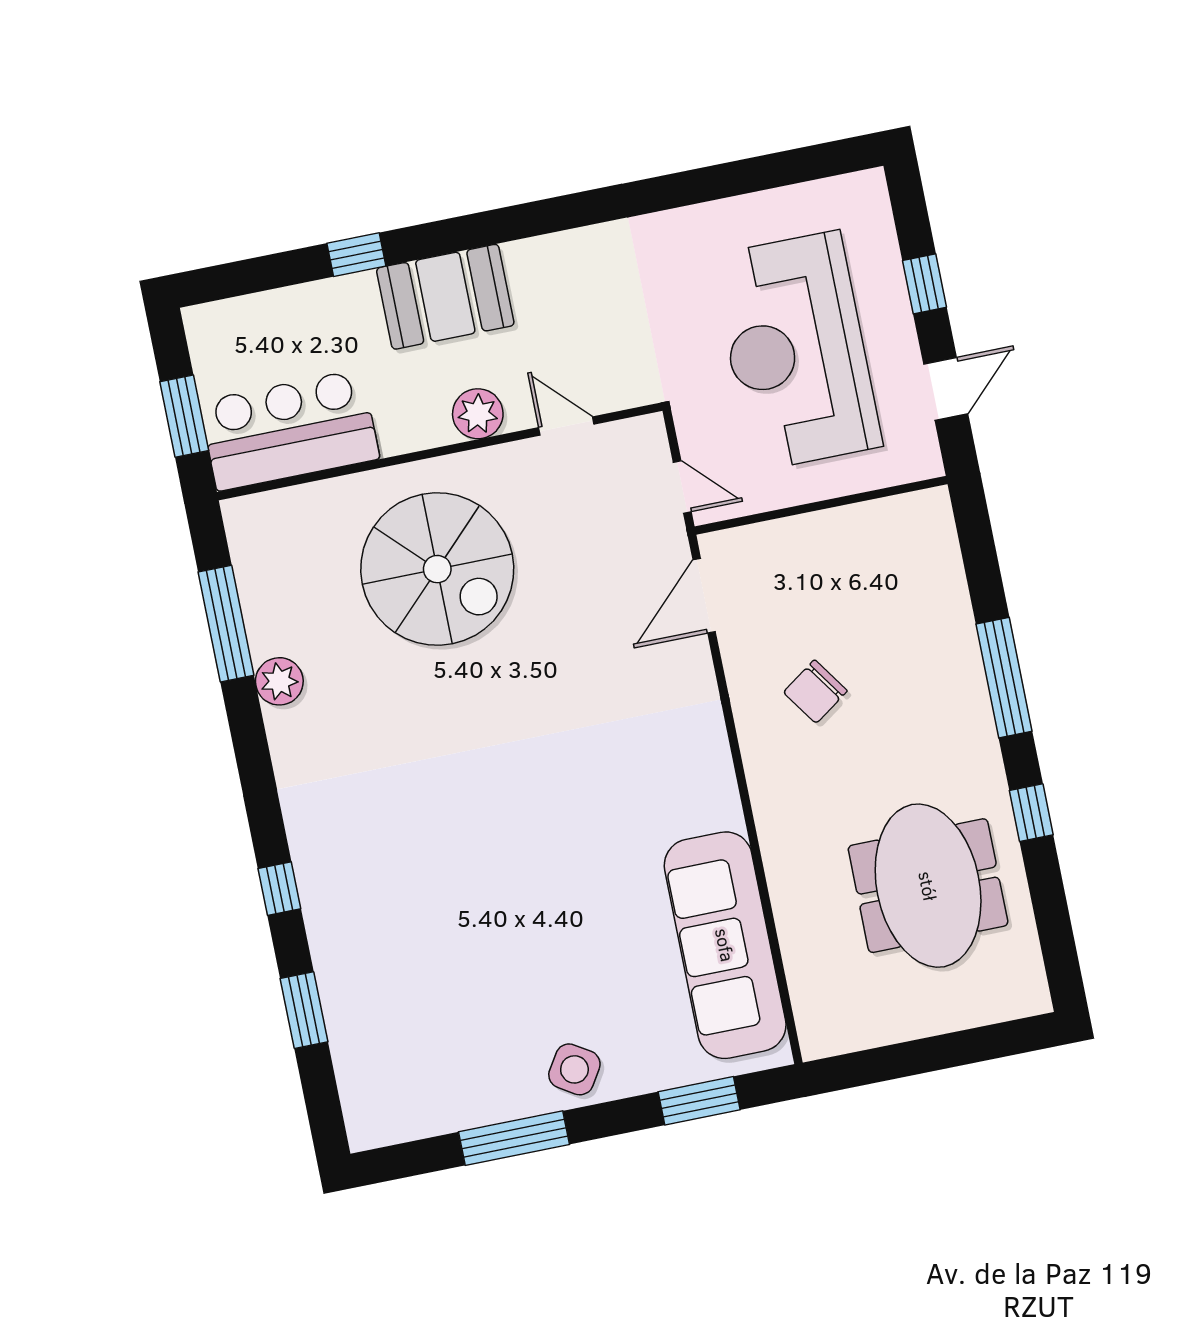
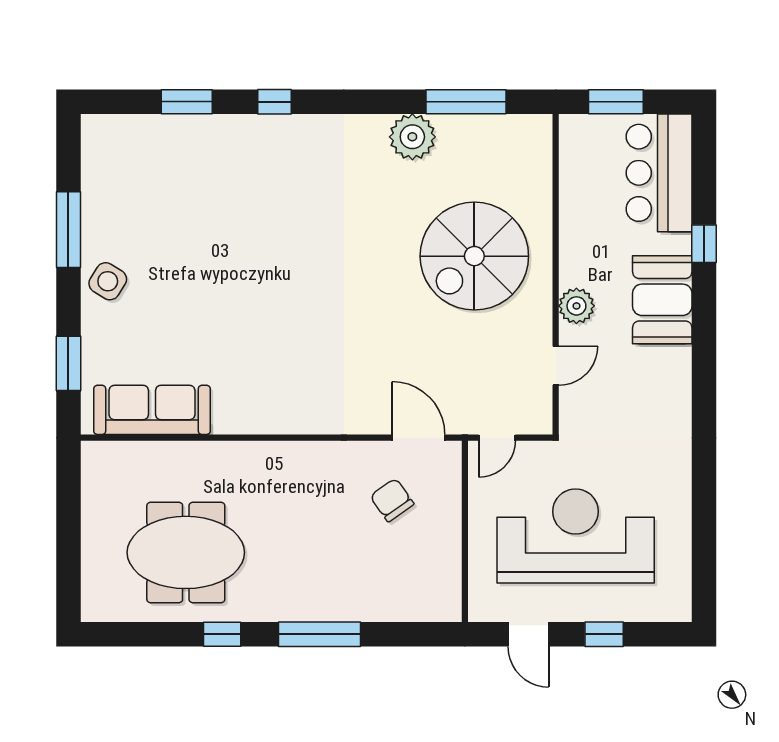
bar counter: (289, 430) -> (659, 173), moved, turned 180
plant: (279, 681) -> (412, 137), width x1.36, depth x1.36
chair: (815, 692) -> (392, 500), moved
sofa: (725, 945) -> (152, 410), width x0.74, depth x0.79

